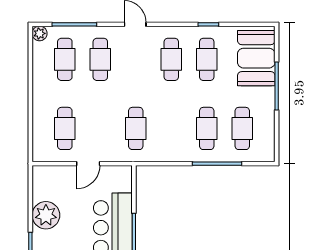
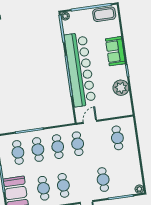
cafe table: (65, 59) -> (58, 147), moved
door: (88, 164) -> (90, 122), moved

